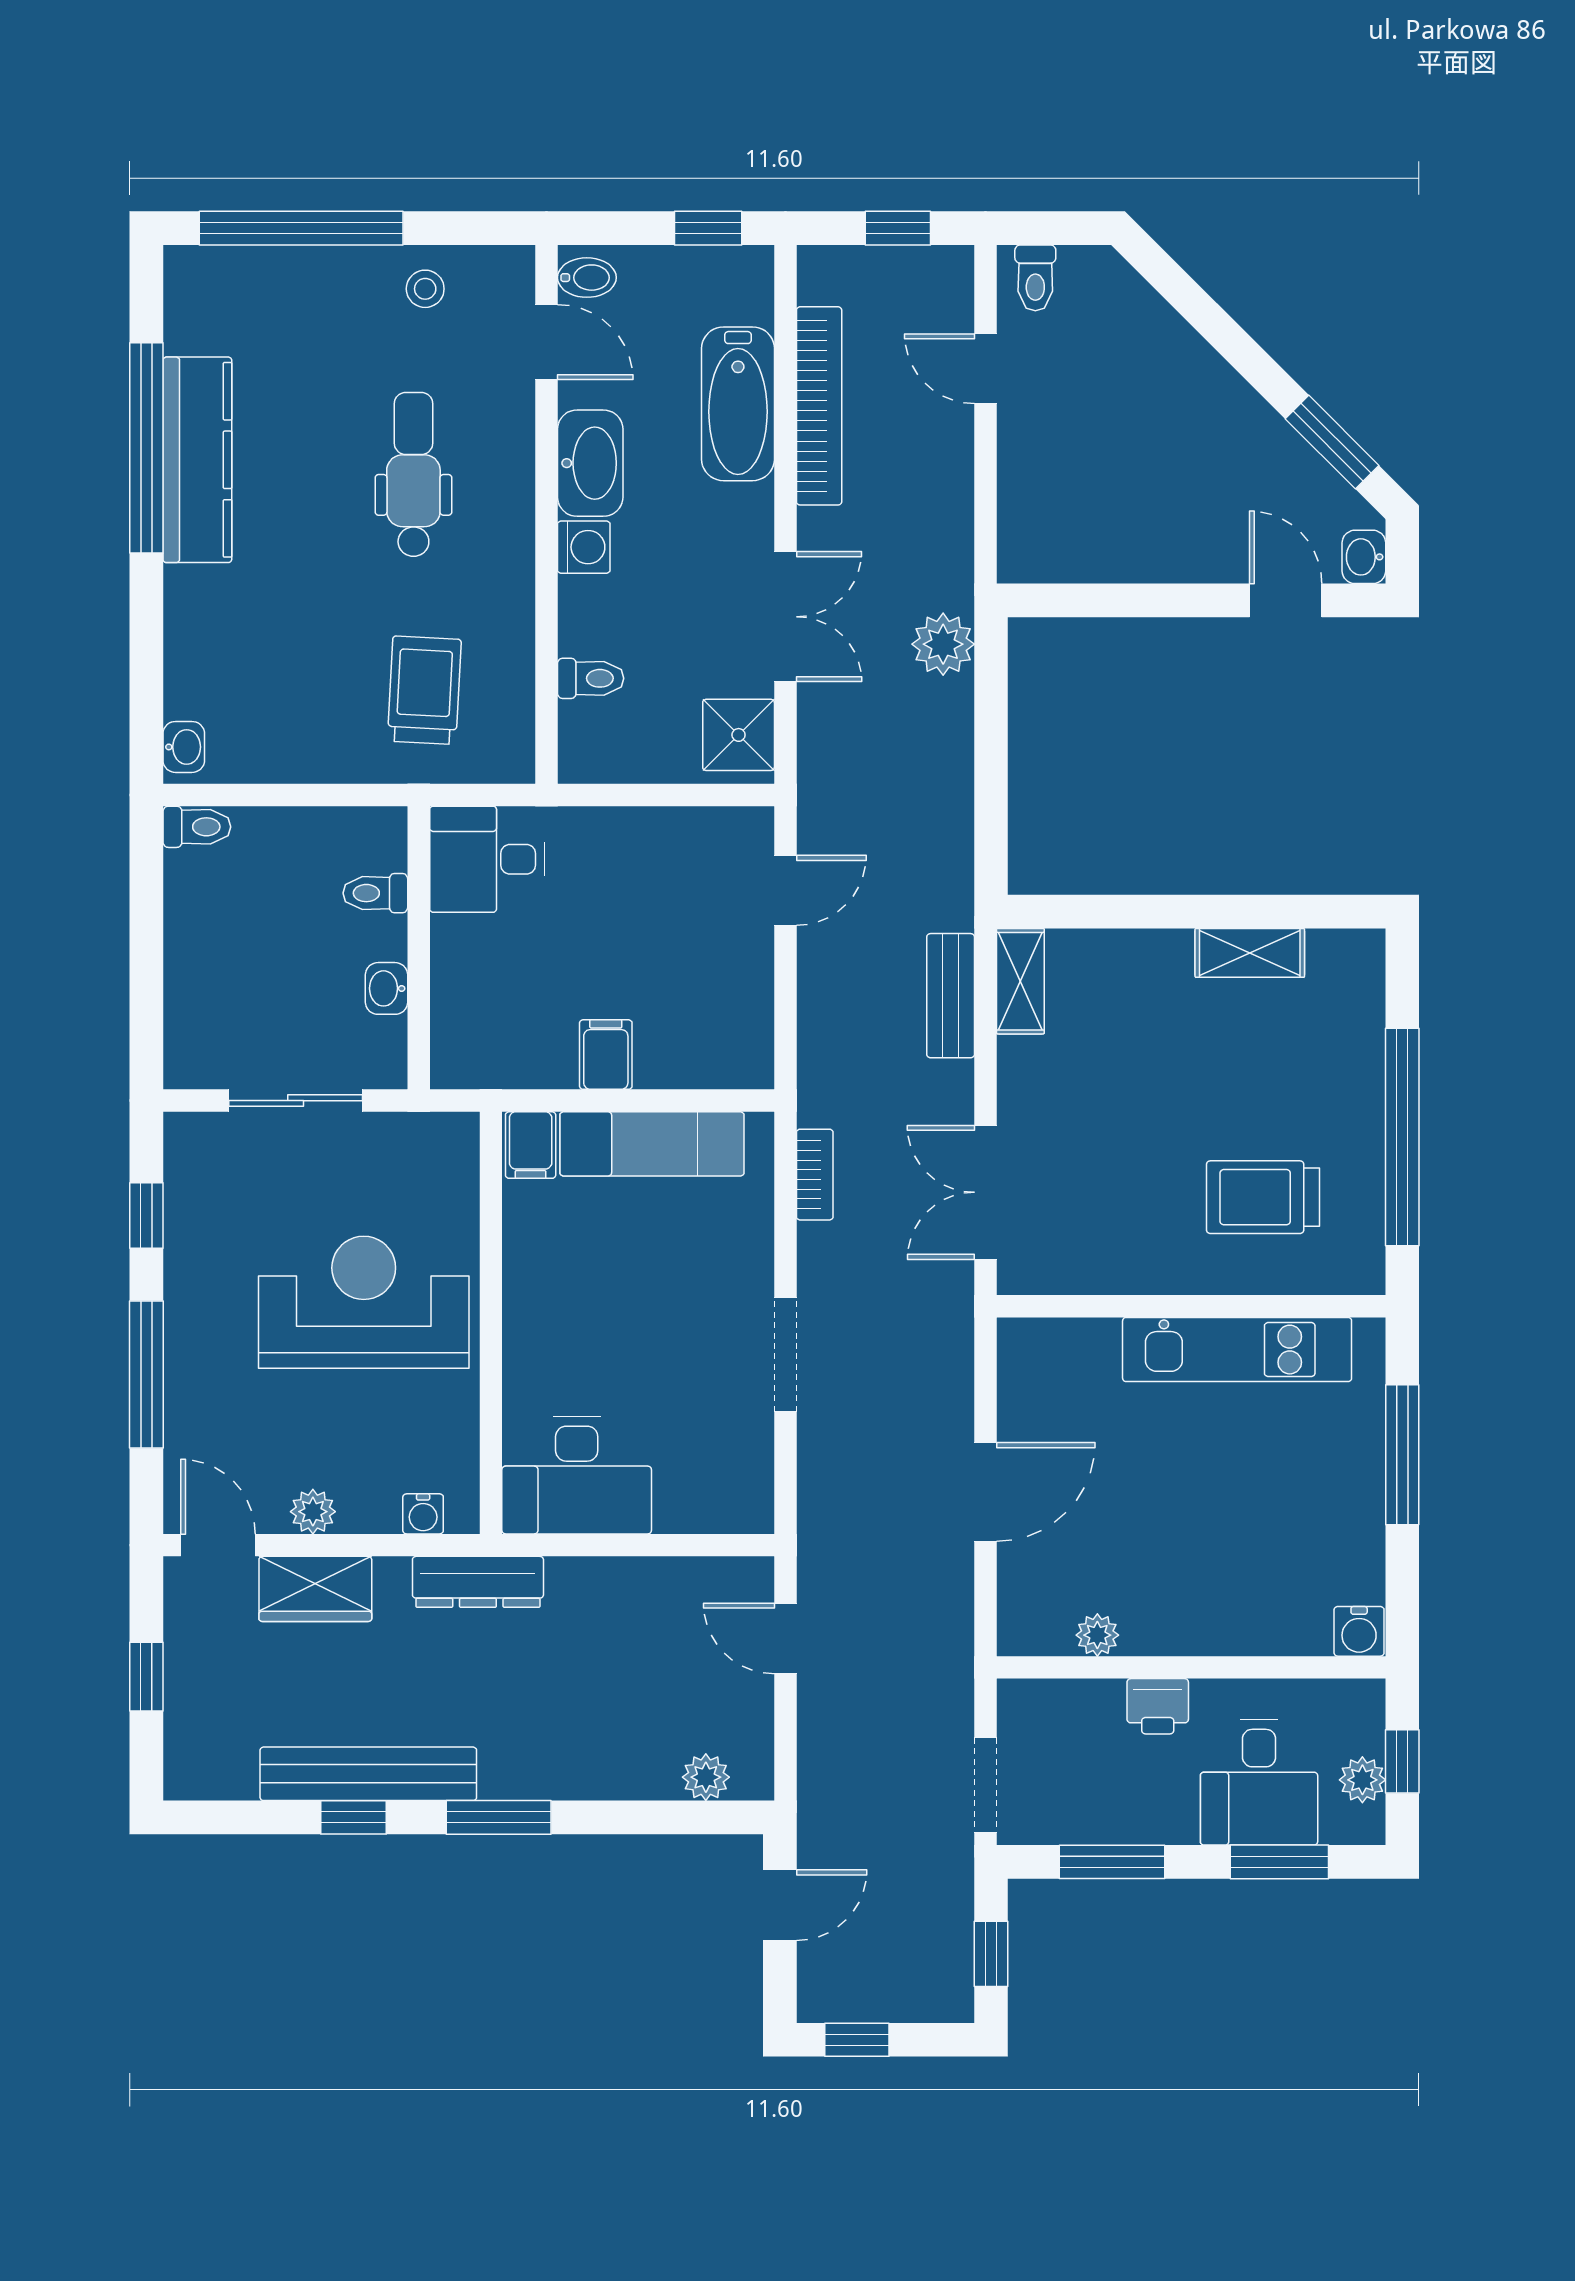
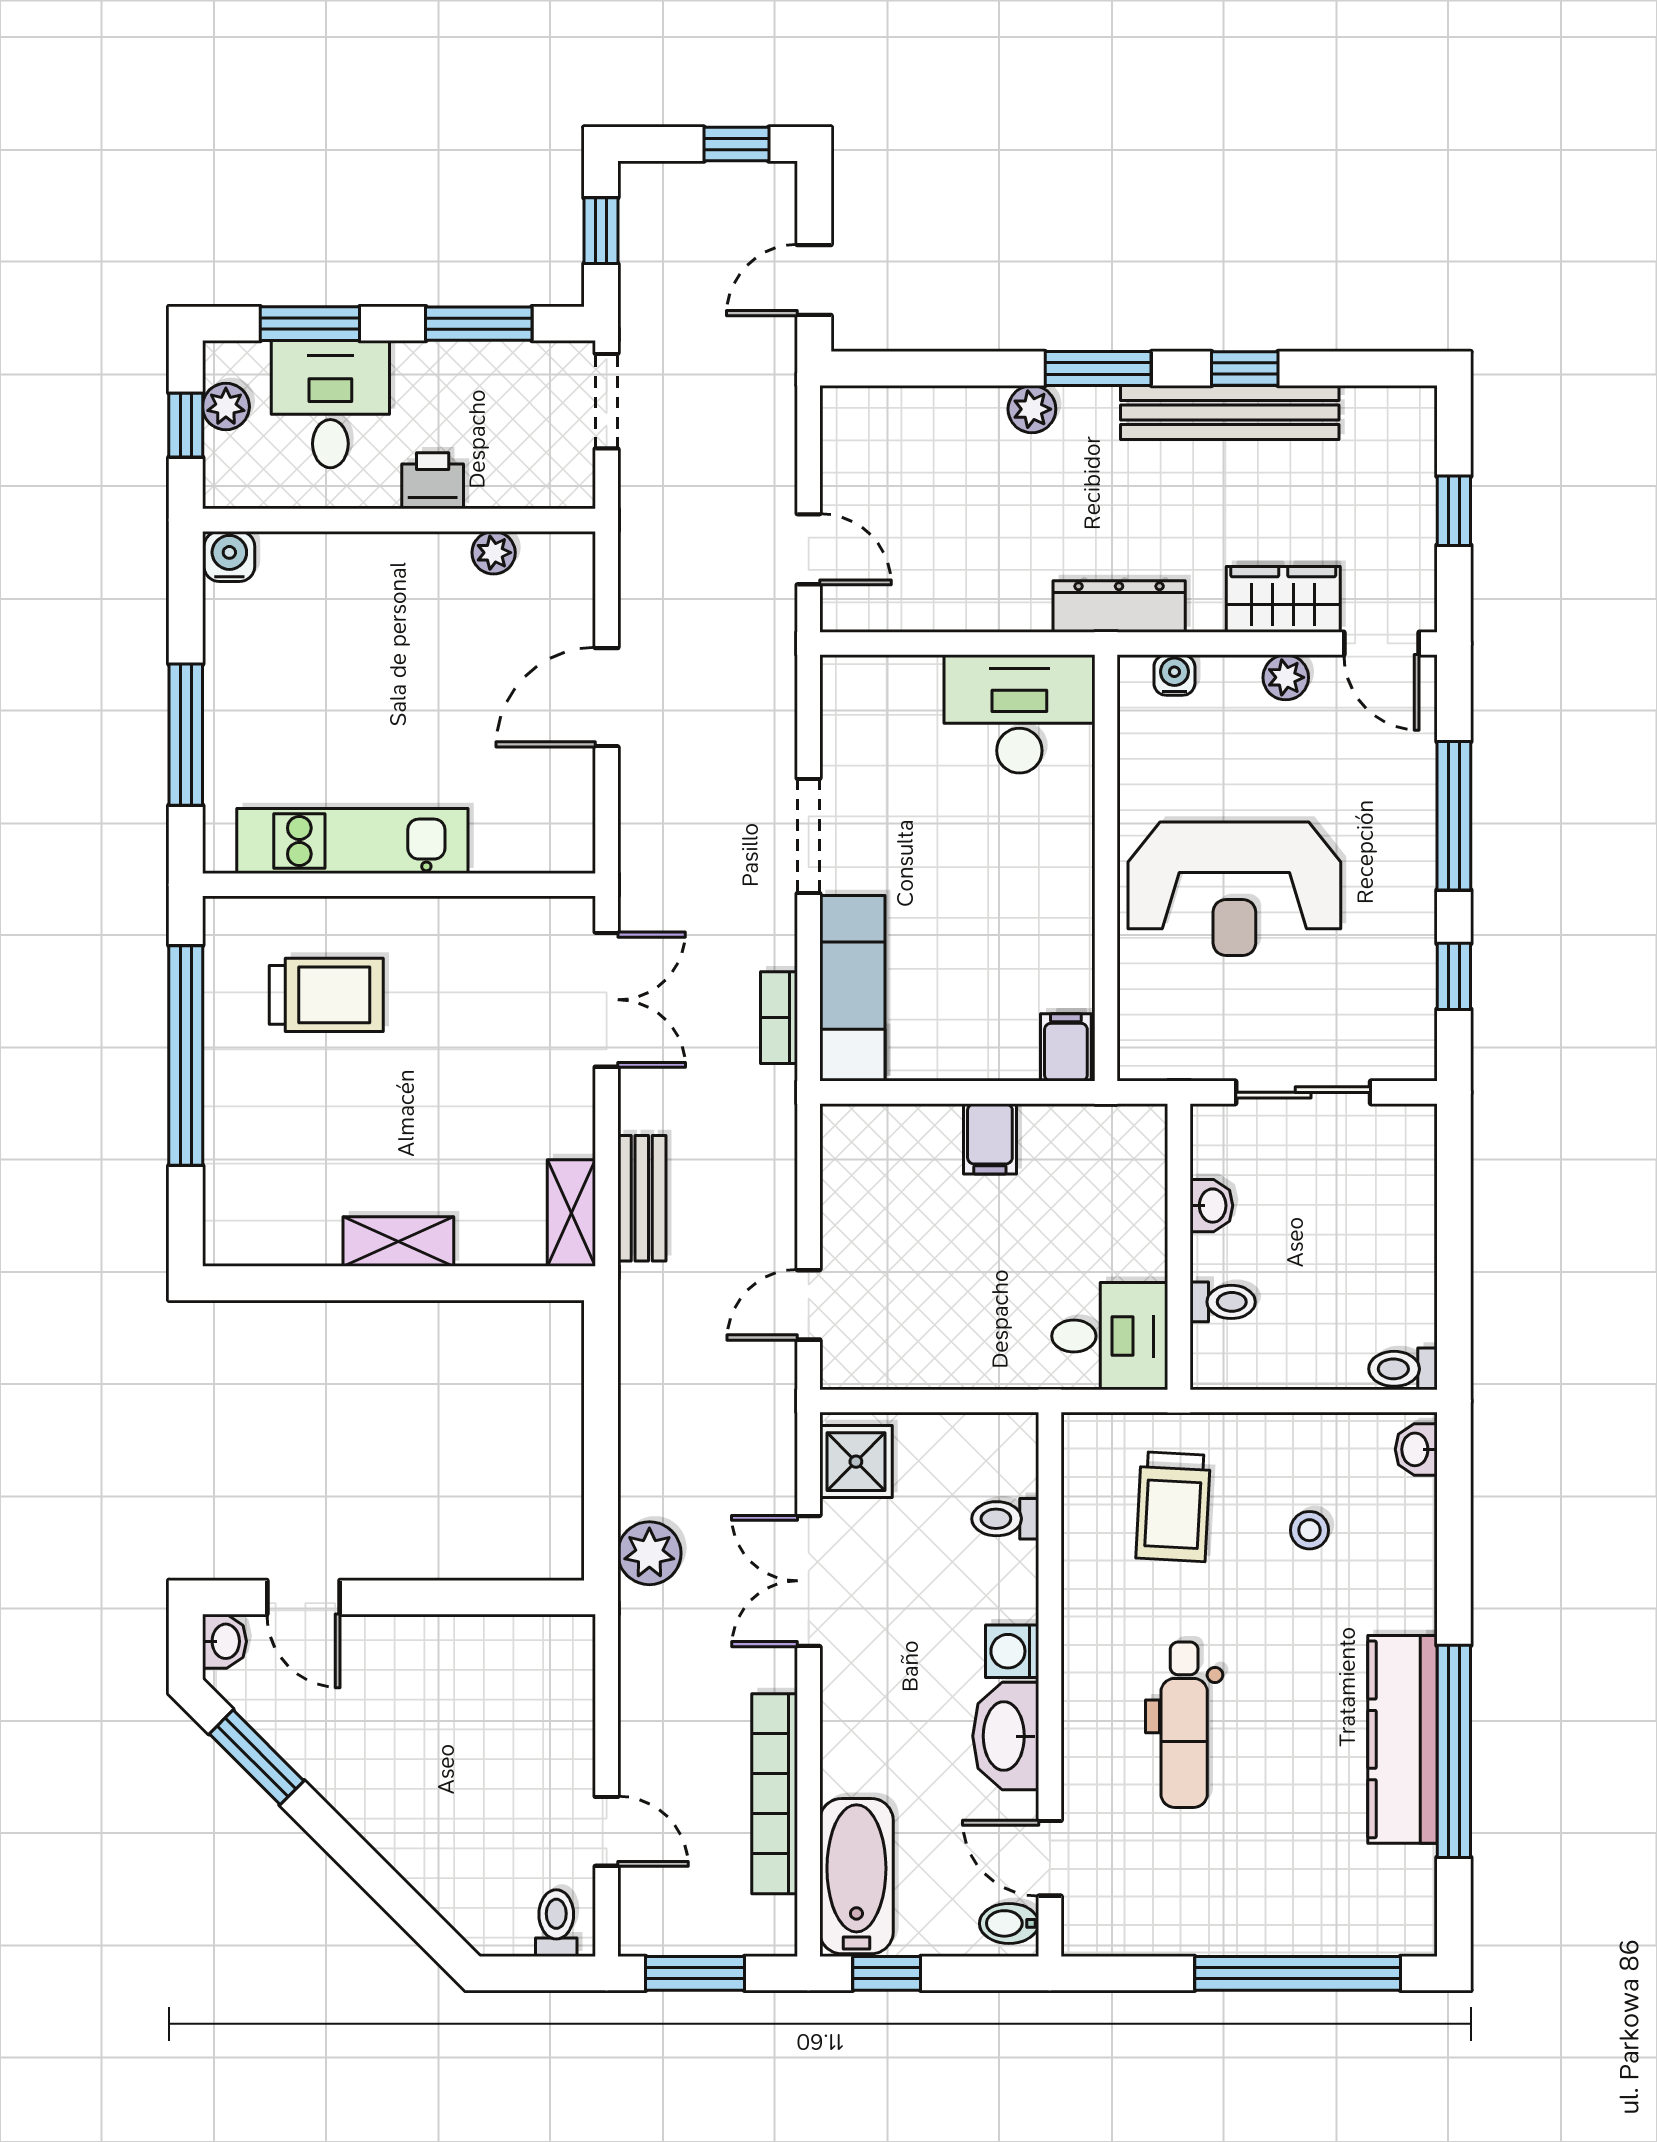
window: (898, 228) -> (695, 1973), width x1.50
stool: (425, 289) -> (1309, 1530), moved
bathtub: (738, 404) -> (856, 1876), moved
shelving: (1250, 953) -> (398, 1242), moved
exam couch: (652, 1144) -> (852, 988), moved, turned 90
plant: (706, 1777) -> (1032, 409), moved

